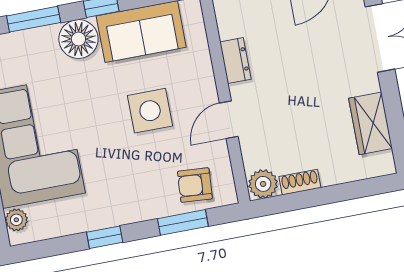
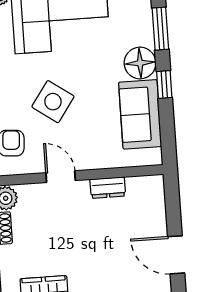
side table: (150, 111) -> (53, 102), moved, turned 35

